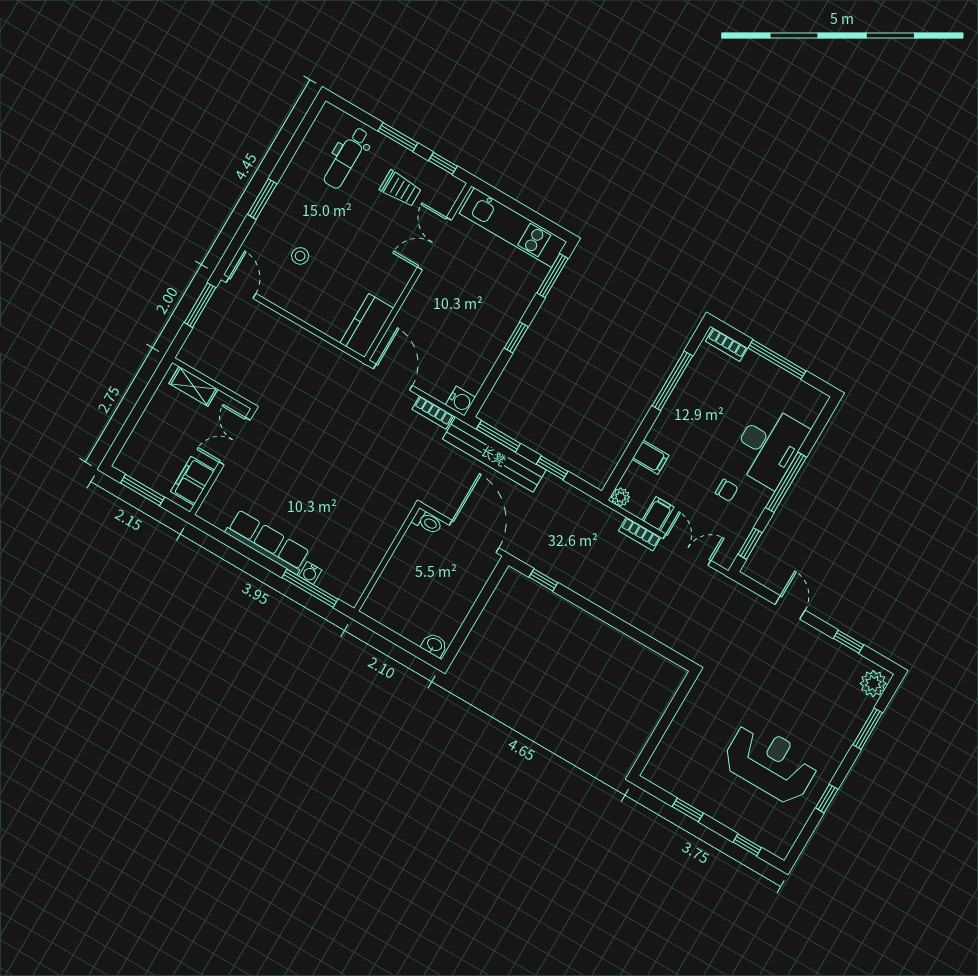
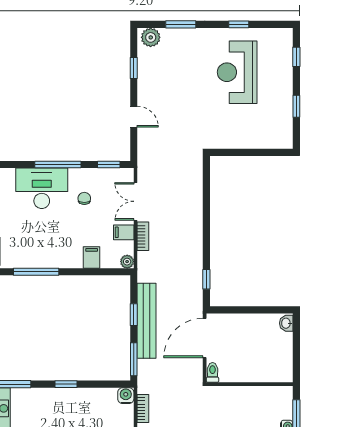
bench: (494, 455) -> (147, 321), moved
door: (790, 607) -> (134, 117), swing flipped

